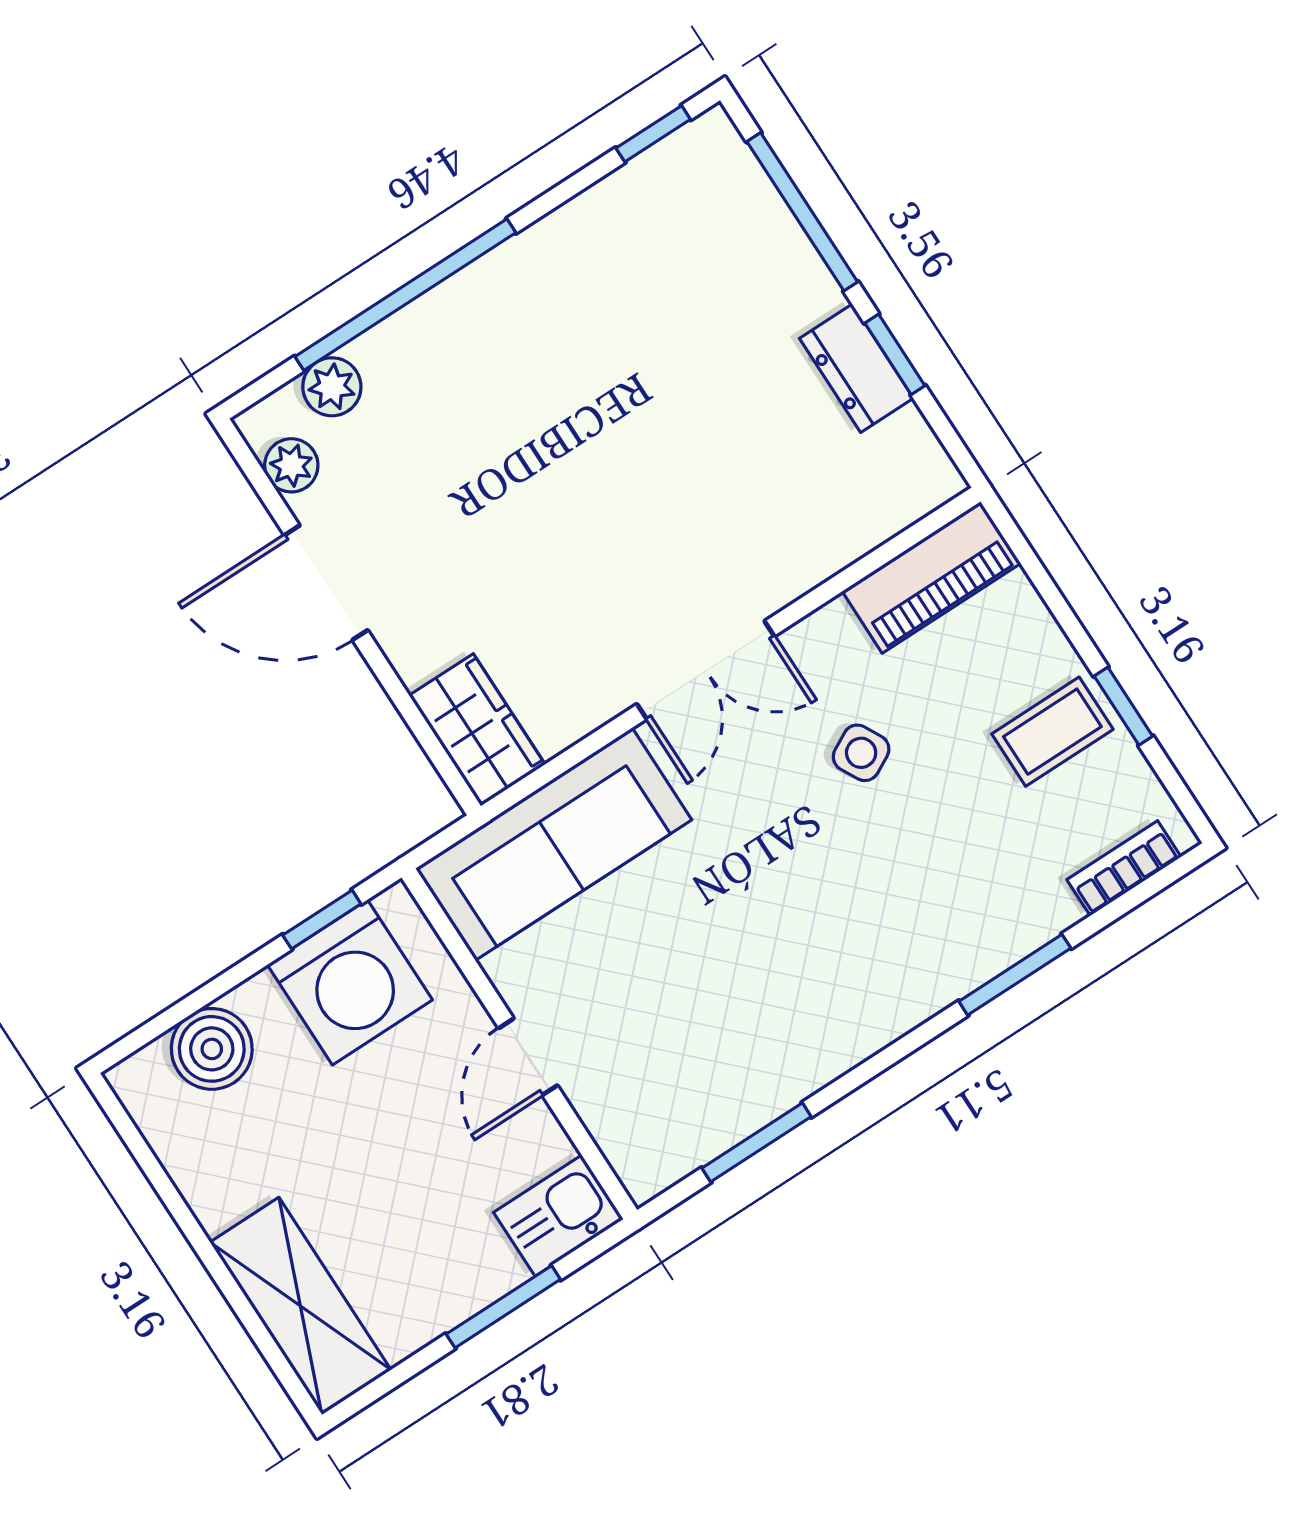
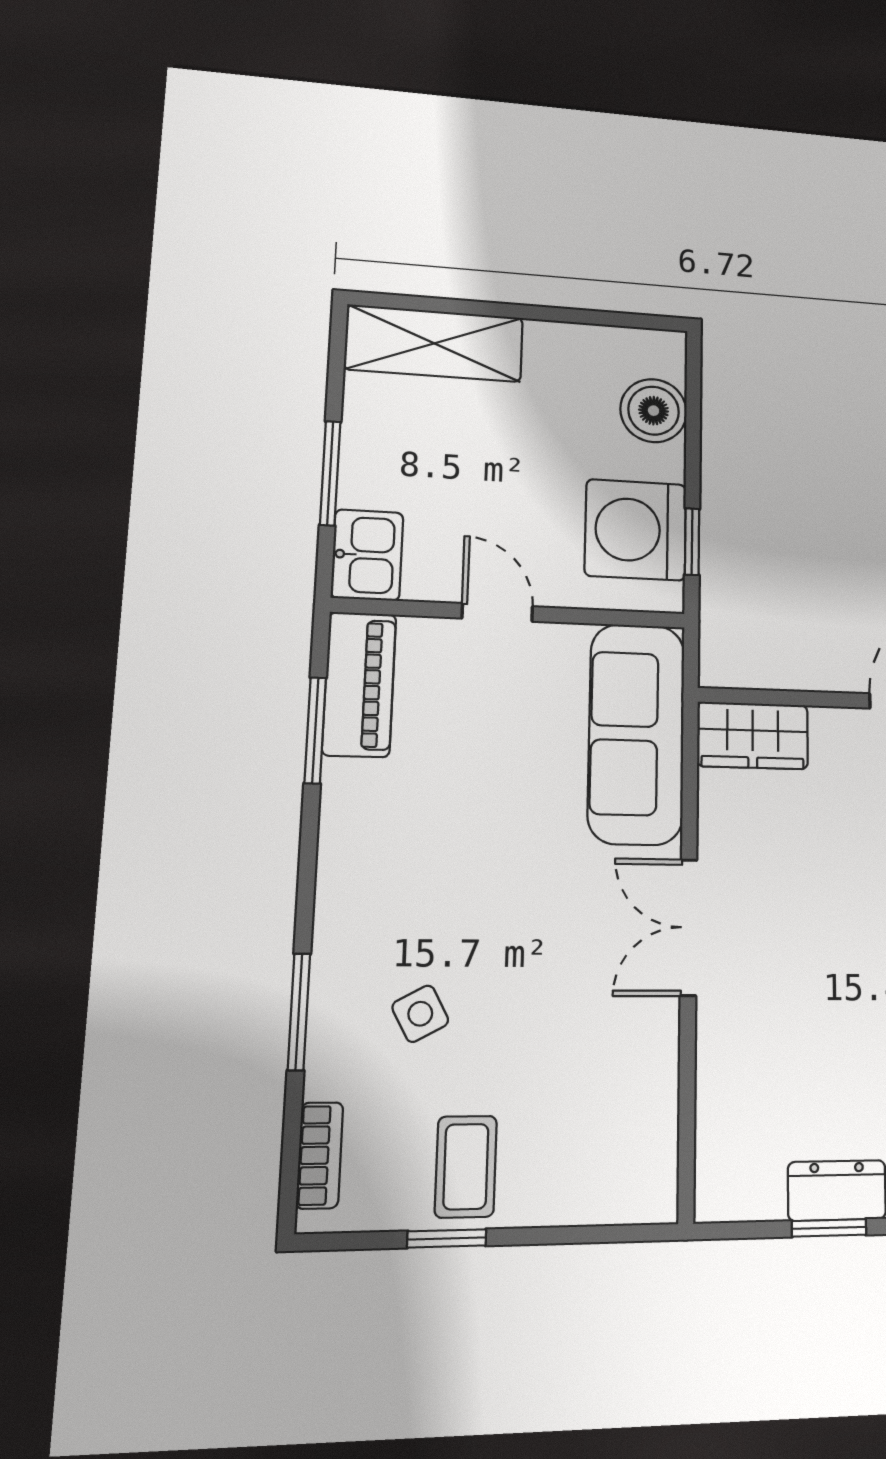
piano: (931, 577) -> (359, 684), moved, turned 180
side table: (861, 753) -> (420, 1014), moved

